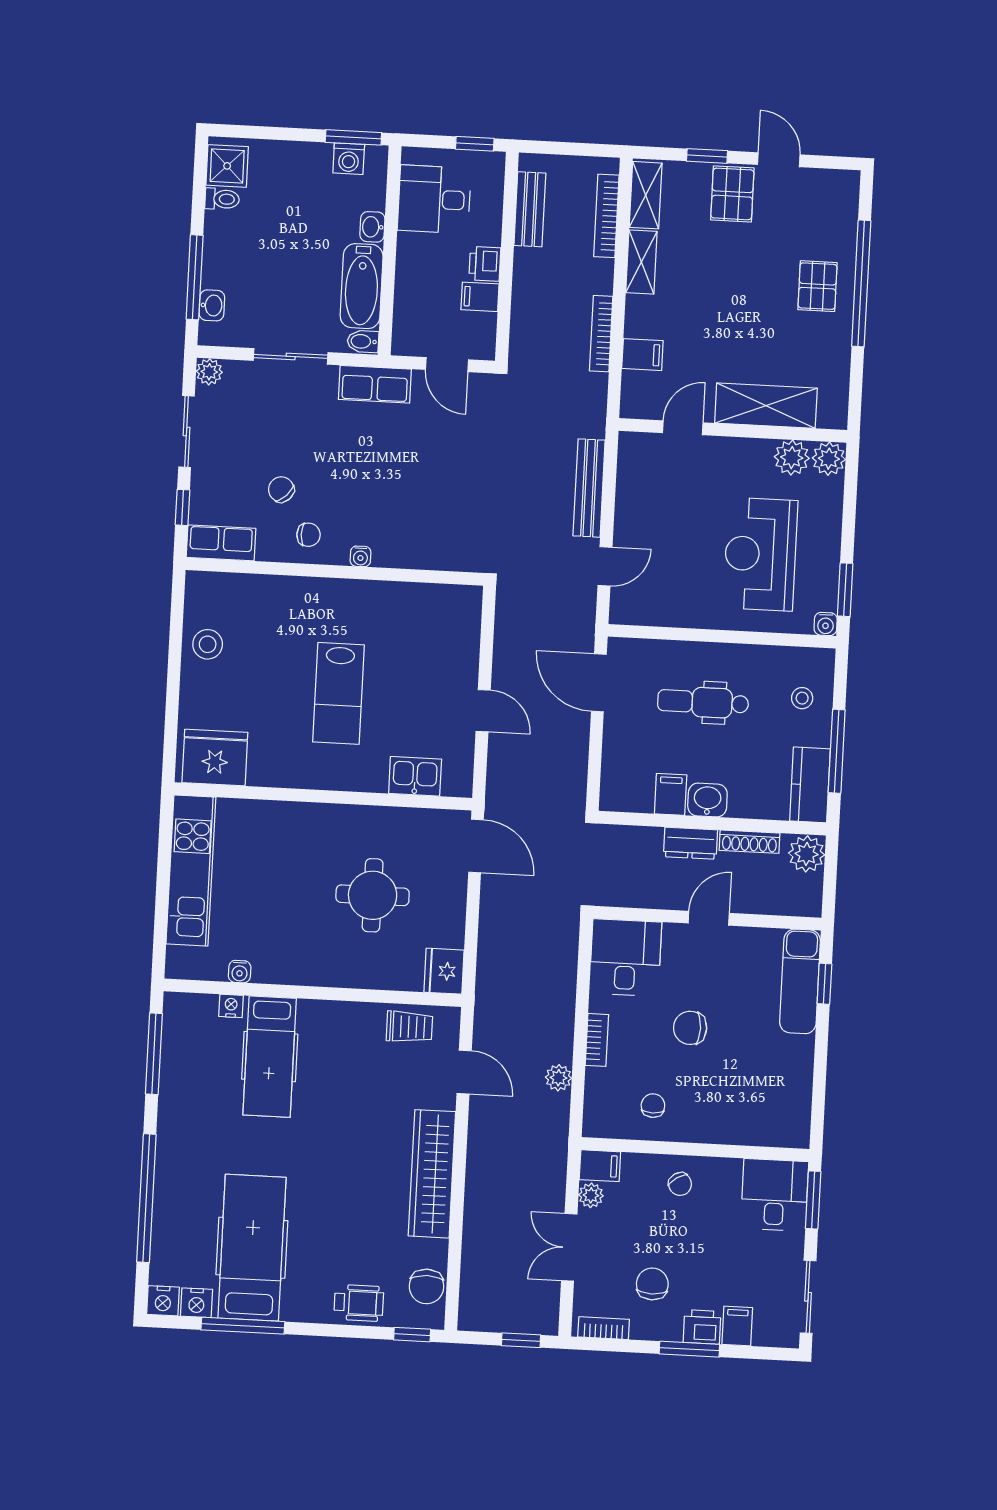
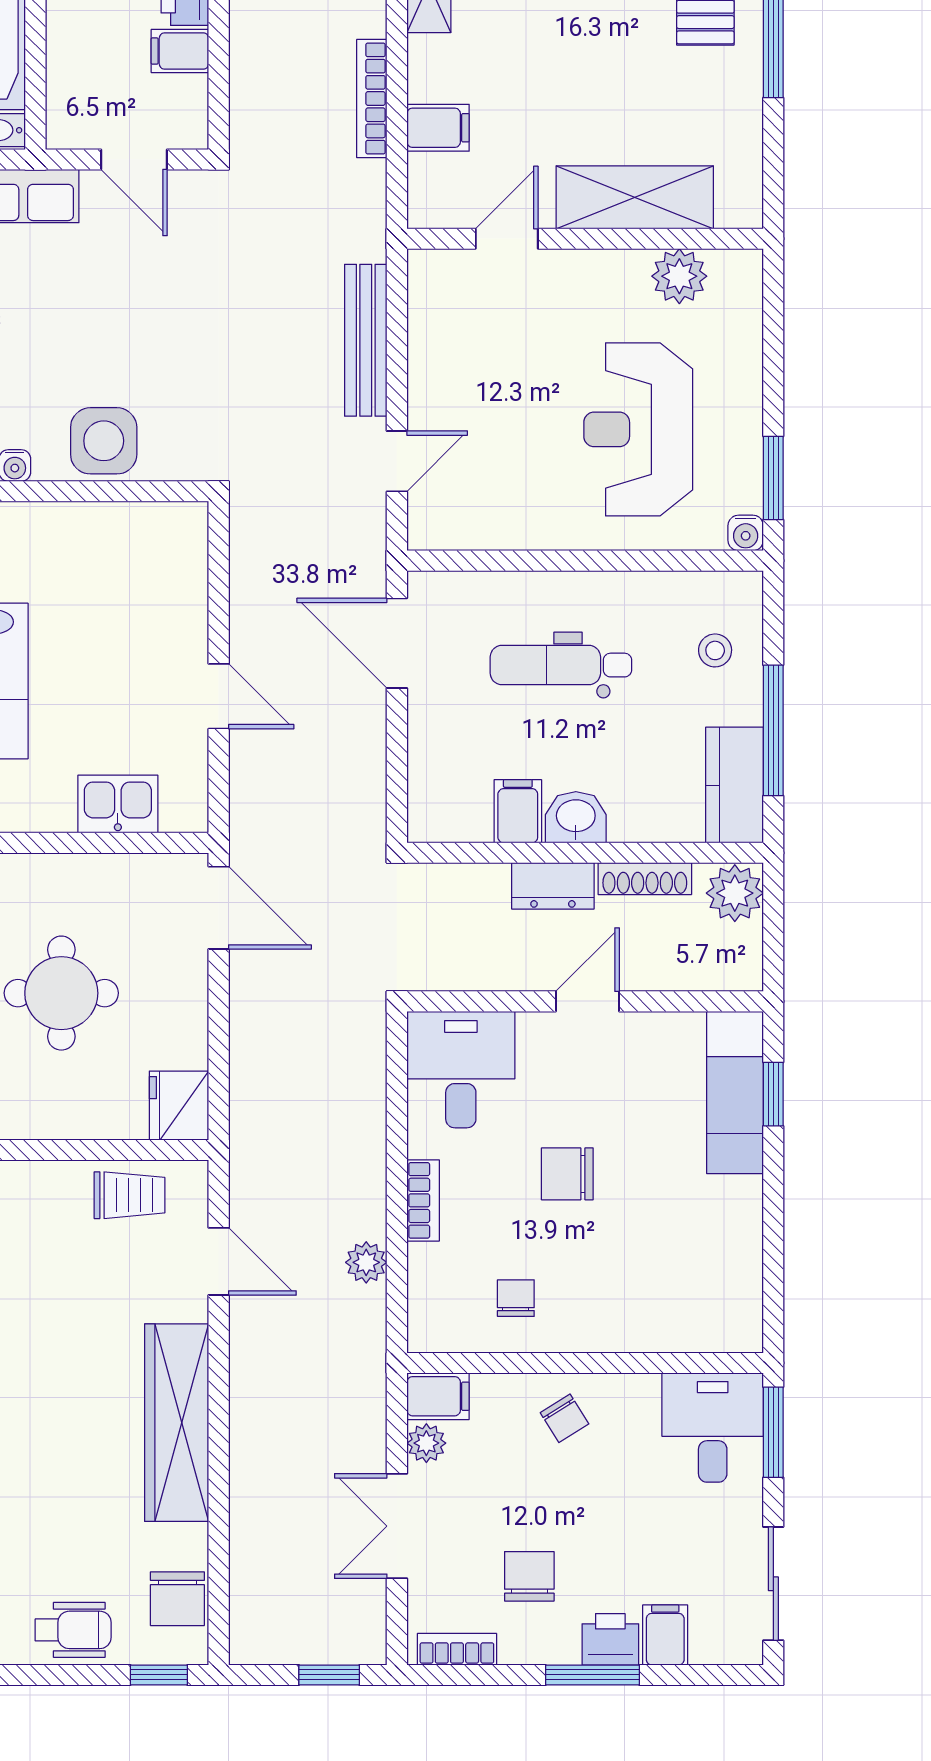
plant: (829, 459) -> (737, 275), removed
side table: (418, 544) -> (104, 441), added

